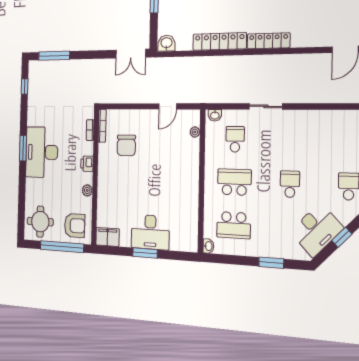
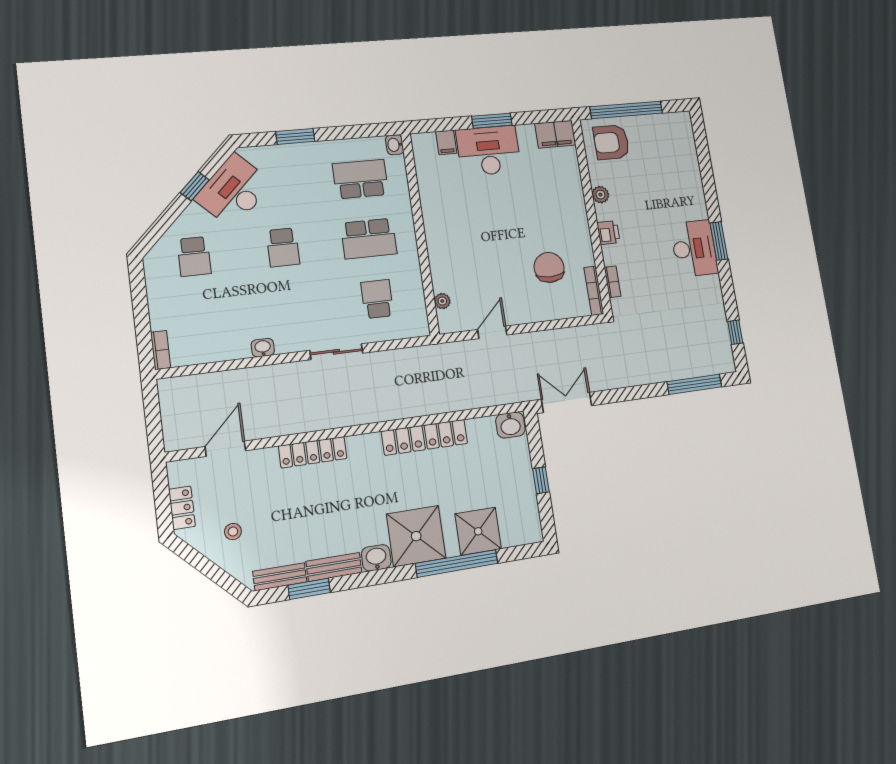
locker: (268, 41) -> (313, 452), moved
washbasin: (215, 115) -> (263, 348), moved
school desk: (235, 139) -> (377, 299), turned 180
desk: (42, 152) -> (694, 248), width x0.73, depth x0.77
round table: (40, 222) -> (669, 140), removed
filing cabinet: (176, 242) -> (446, 142), added

